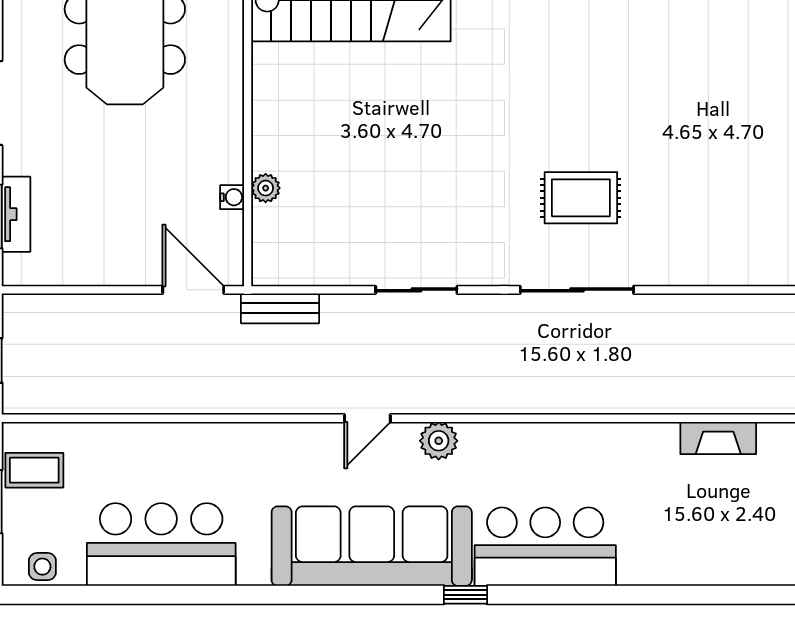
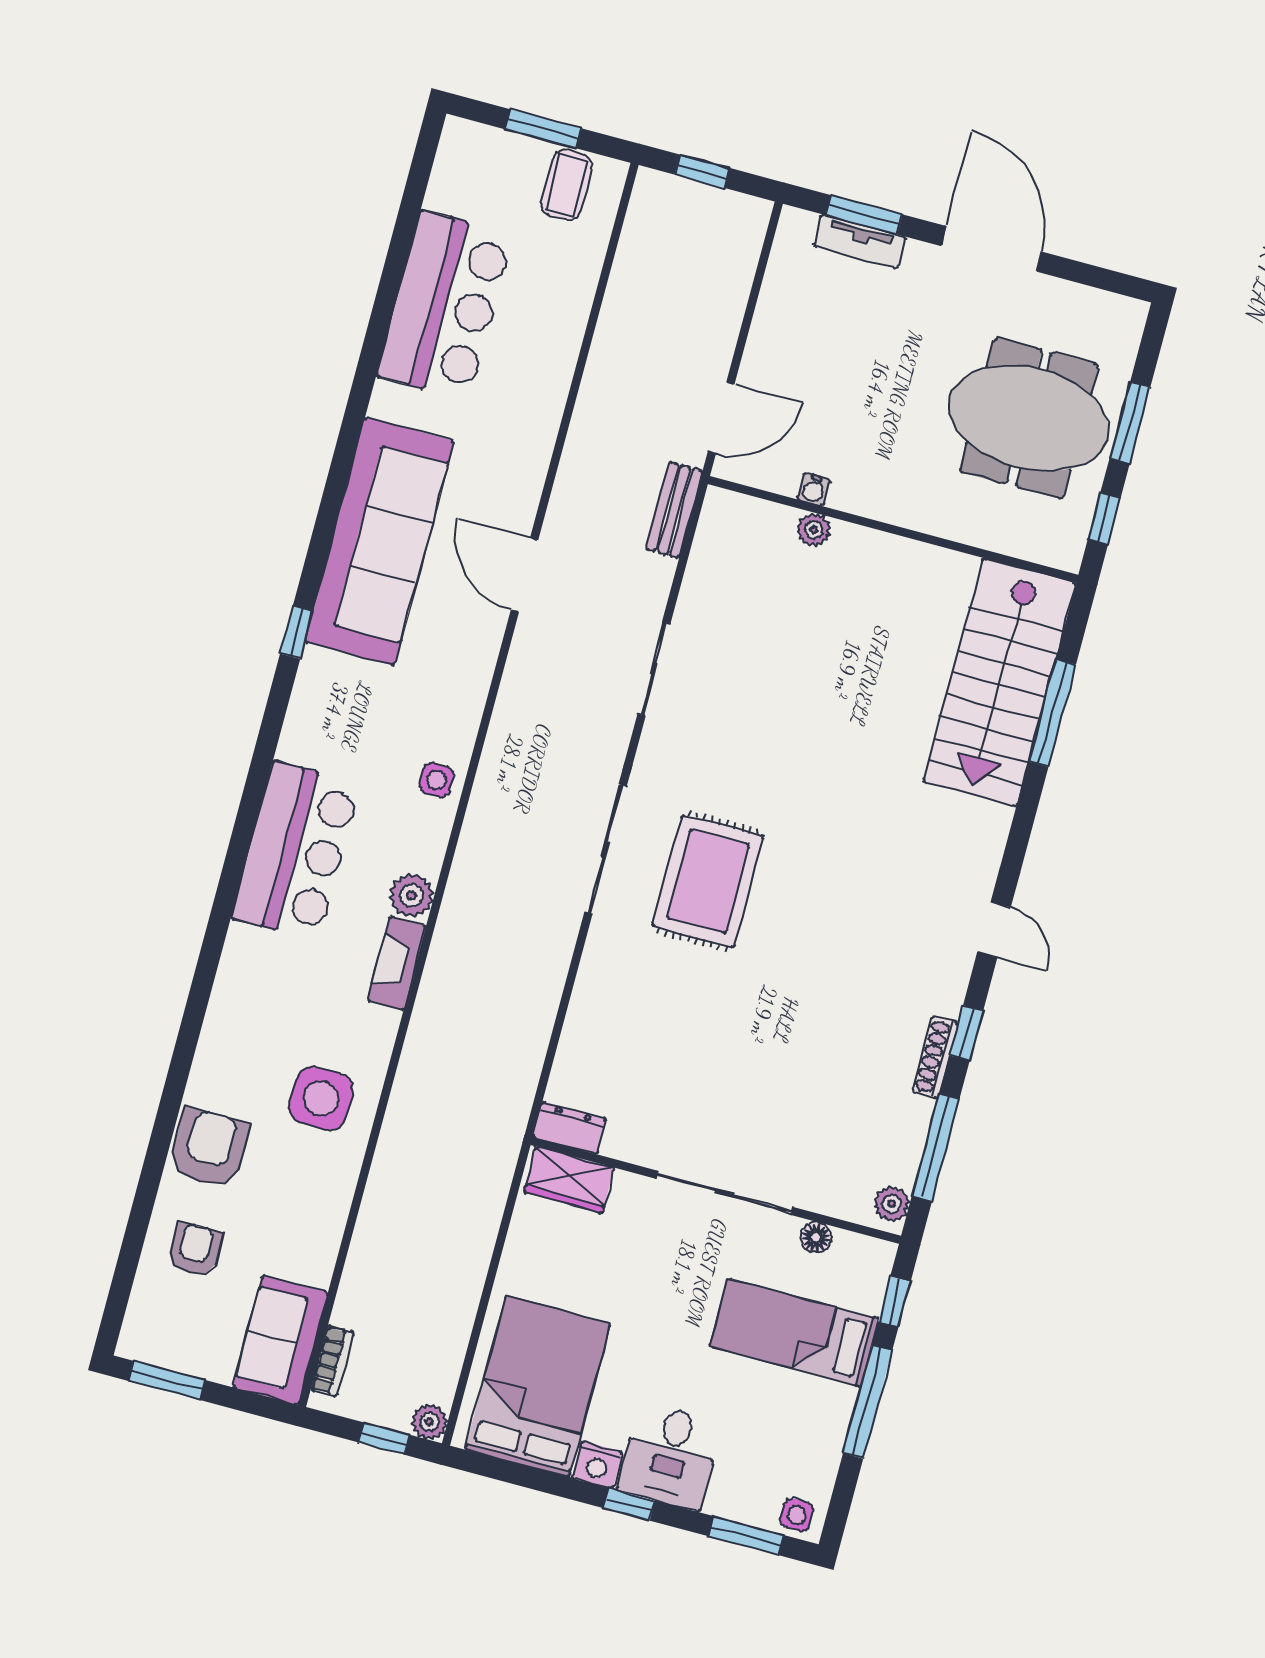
rug: (581, 198) -> (708, 881), width x1.36, depth x1.43
door: (367, 418) -> (524, 575), width x1.38
plant: (439, 441) -> (412, 895), moved
bar counter: (545, 547) -> (296, 851), moved
side table: (42, 567) -> (437, 780), moved

